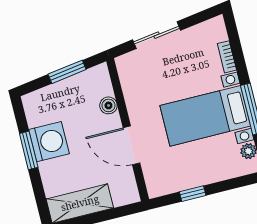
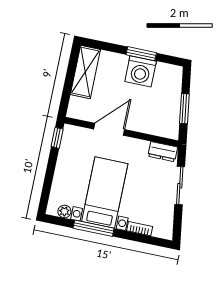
dresser: (127, 73) -> (163, 152), added
boiler: (108, 105) -> (146, 127), removed
window: (193, 194) -> (57, 138), moved

